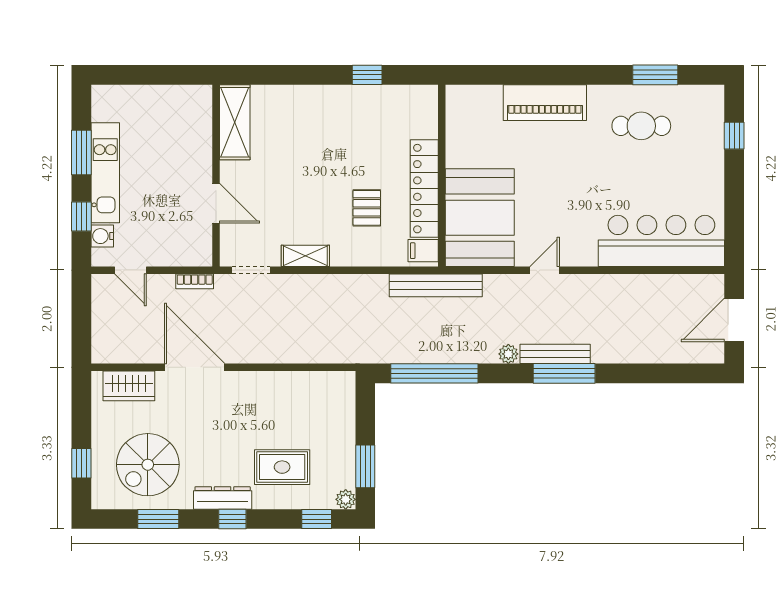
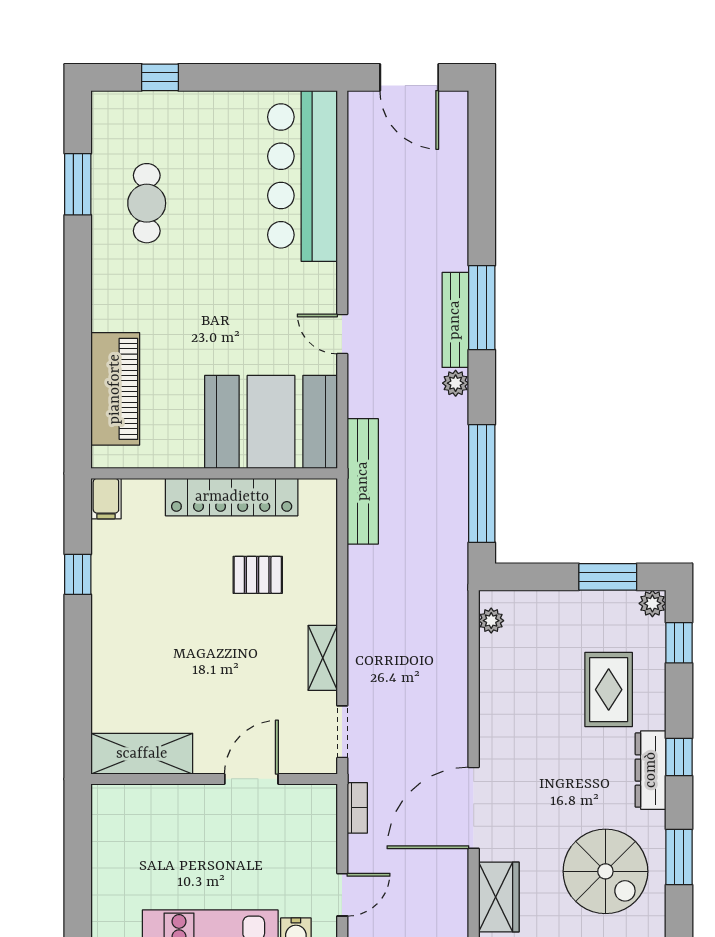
piano: (545, 103) -> (115, 389), moved
filing cabinet: (423, 251) -> (106, 499), moved
plant: (333, 380) -> (491, 621), added

